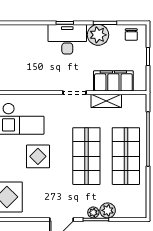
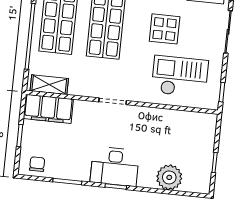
plant: (98, 35) -> (169, 177), moved
filing cabinet: (113, 81) -> (48, 109), moved
shelving: (106, 101) -> (49, 85), moved

